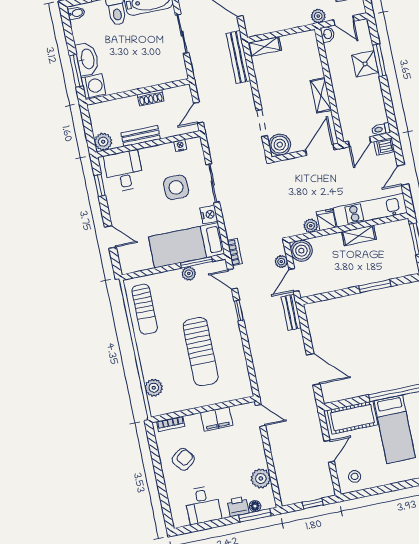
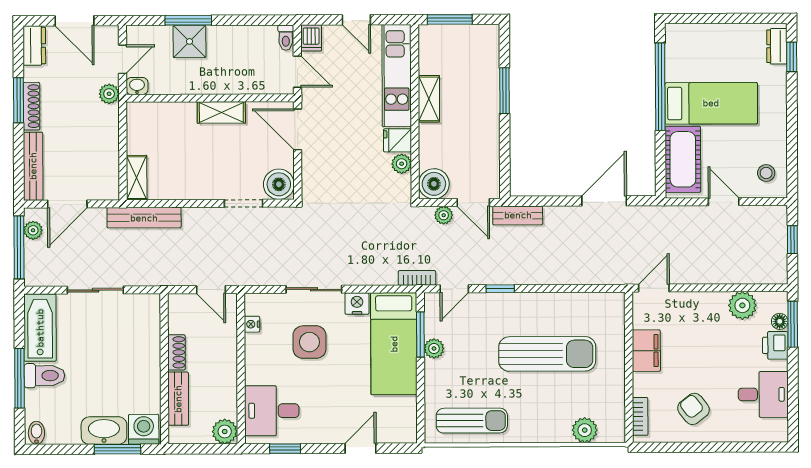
bench: (141, 136) -> (178, 399), moved

